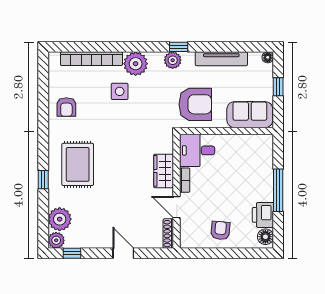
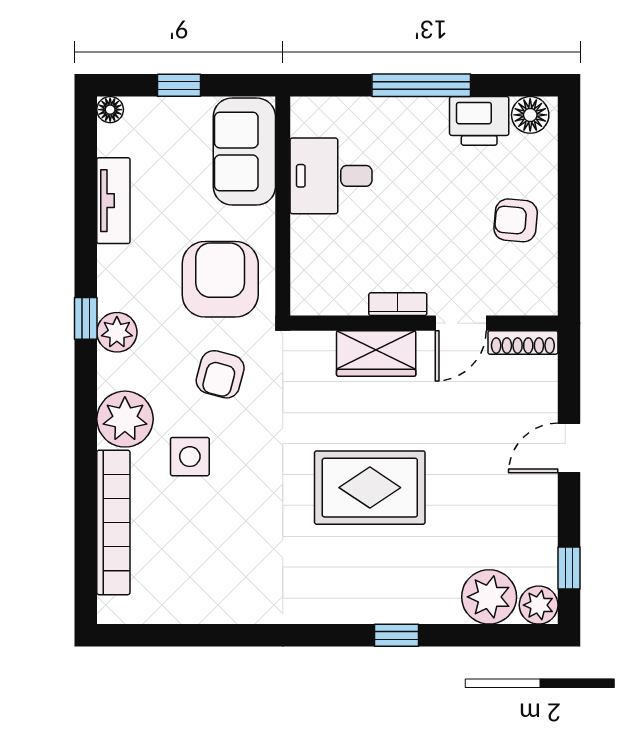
tv unit: (221, 59) -> (113, 201), width x0.71
armchair: (66, 107) -> (220, 374), moved, turned 105
desk: (197, 150) -> (331, 176), moved, turned 90
rug: (78, 164) -> (370, 488), moved

